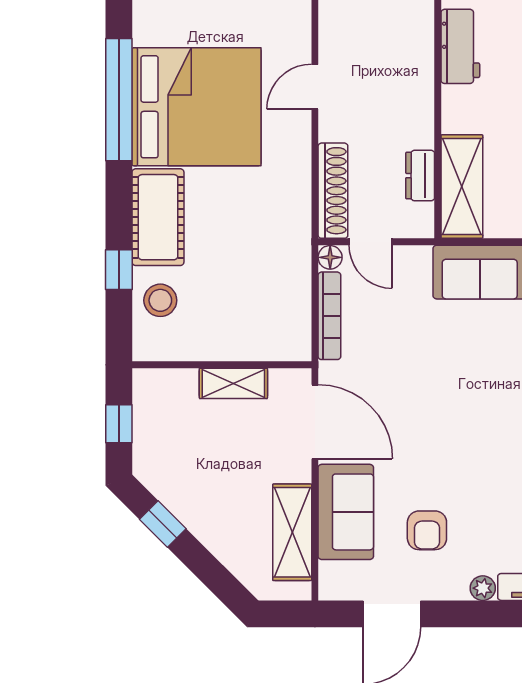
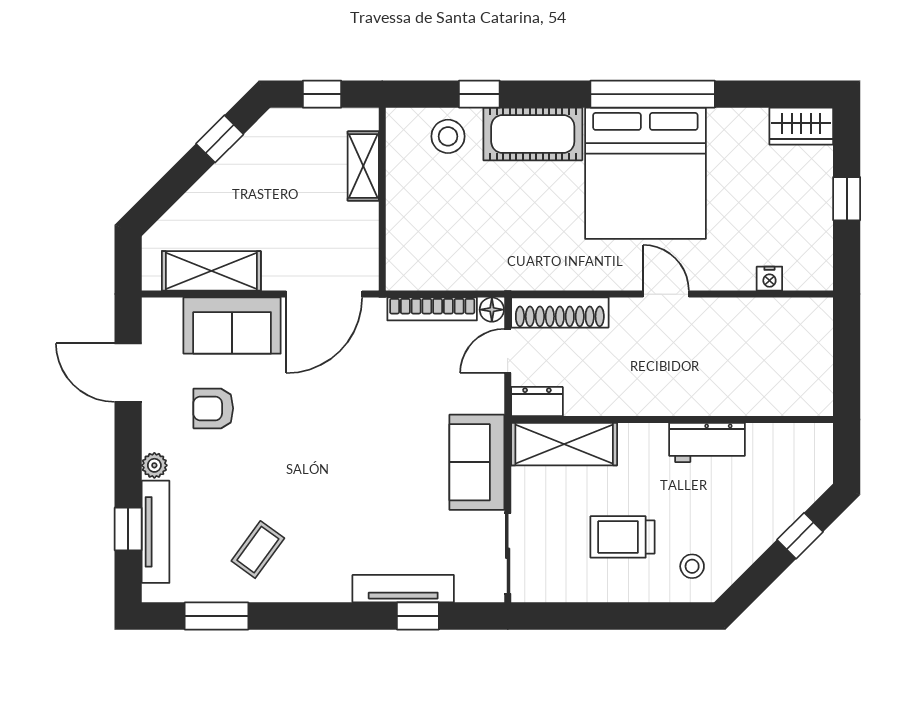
dresser: (420, 176) -> (537, 402), moved
shelving: (233, 383) -> (363, 166), moved

